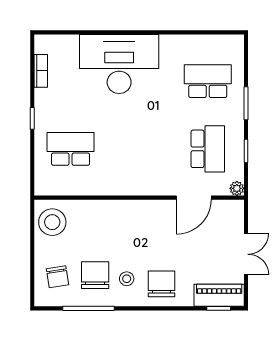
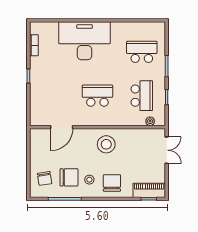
school desk: (71, 149) -> (97, 96), moved
plant: (237, 188) -> (150, 121), moved
door: (194, 198) -> (62, 127), moved
stool: (52, 222) -> (106, 144), moved
double door: (246, 254) -> (167, 150), moved
chair: (95, 275) -> (69, 177), turned 90

